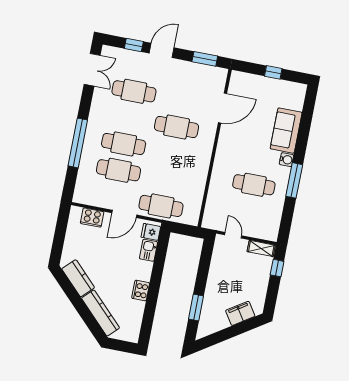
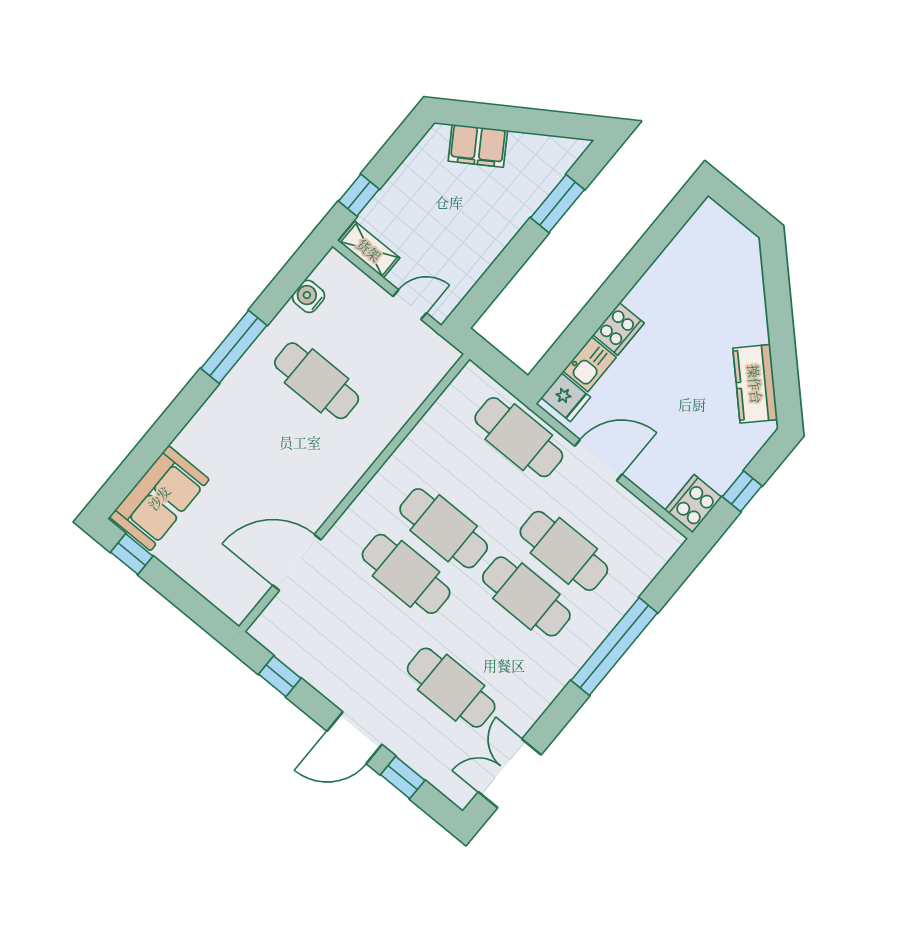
window: (205, 59) -> (280, 676), width x0.67
window: (273, 72) -> (132, 554), moved
sofa: (286, 131) -> (159, 498), moved
cafe table: (171, 153) -> (444, 528), added
water cooler: (286, 160) -> (309, 296), moved
cooker: (92, 218) -> (693, 504), moved, turned -90
window: (60, 233) -> (742, 491), added
door: (233, 235) -> (410, 305), swing flipped
cooker: (141, 291) -> (619, 329), moved
kitchen counter: (100, 313) -> (748, 293), removed

